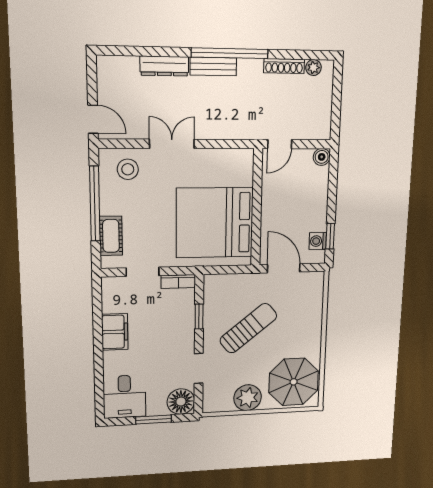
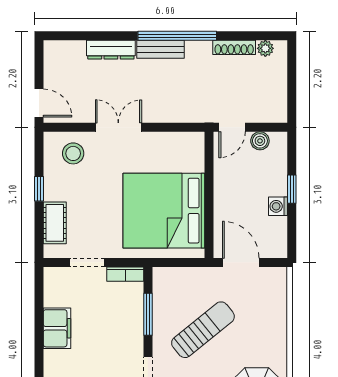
boiler: (322, 157) -> (260, 141), moved
window: (95, 204) -> (39, 189), width x0.32
window: (330, 236) -> (292, 189), moved
washing machine: (318, 241) -> (278, 206), moved
window: (199, 316) -> (148, 314), width x1.50

